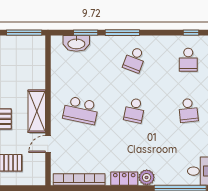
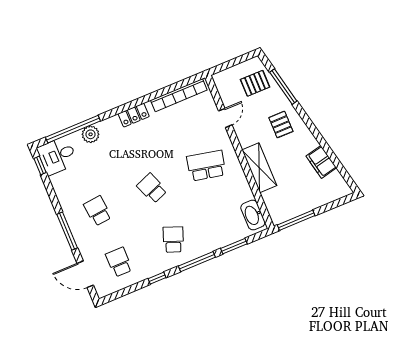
window: (191, 33) -> (157, 278), moved
washbasin: (76, 43) -> (253, 215), moved, turned -90
school desk: (135, 110) -> (152, 188), turned -33
shelving: (37, 111) -> (259, 168), moved
plant: (147, 177) -> (91, 134), moved

